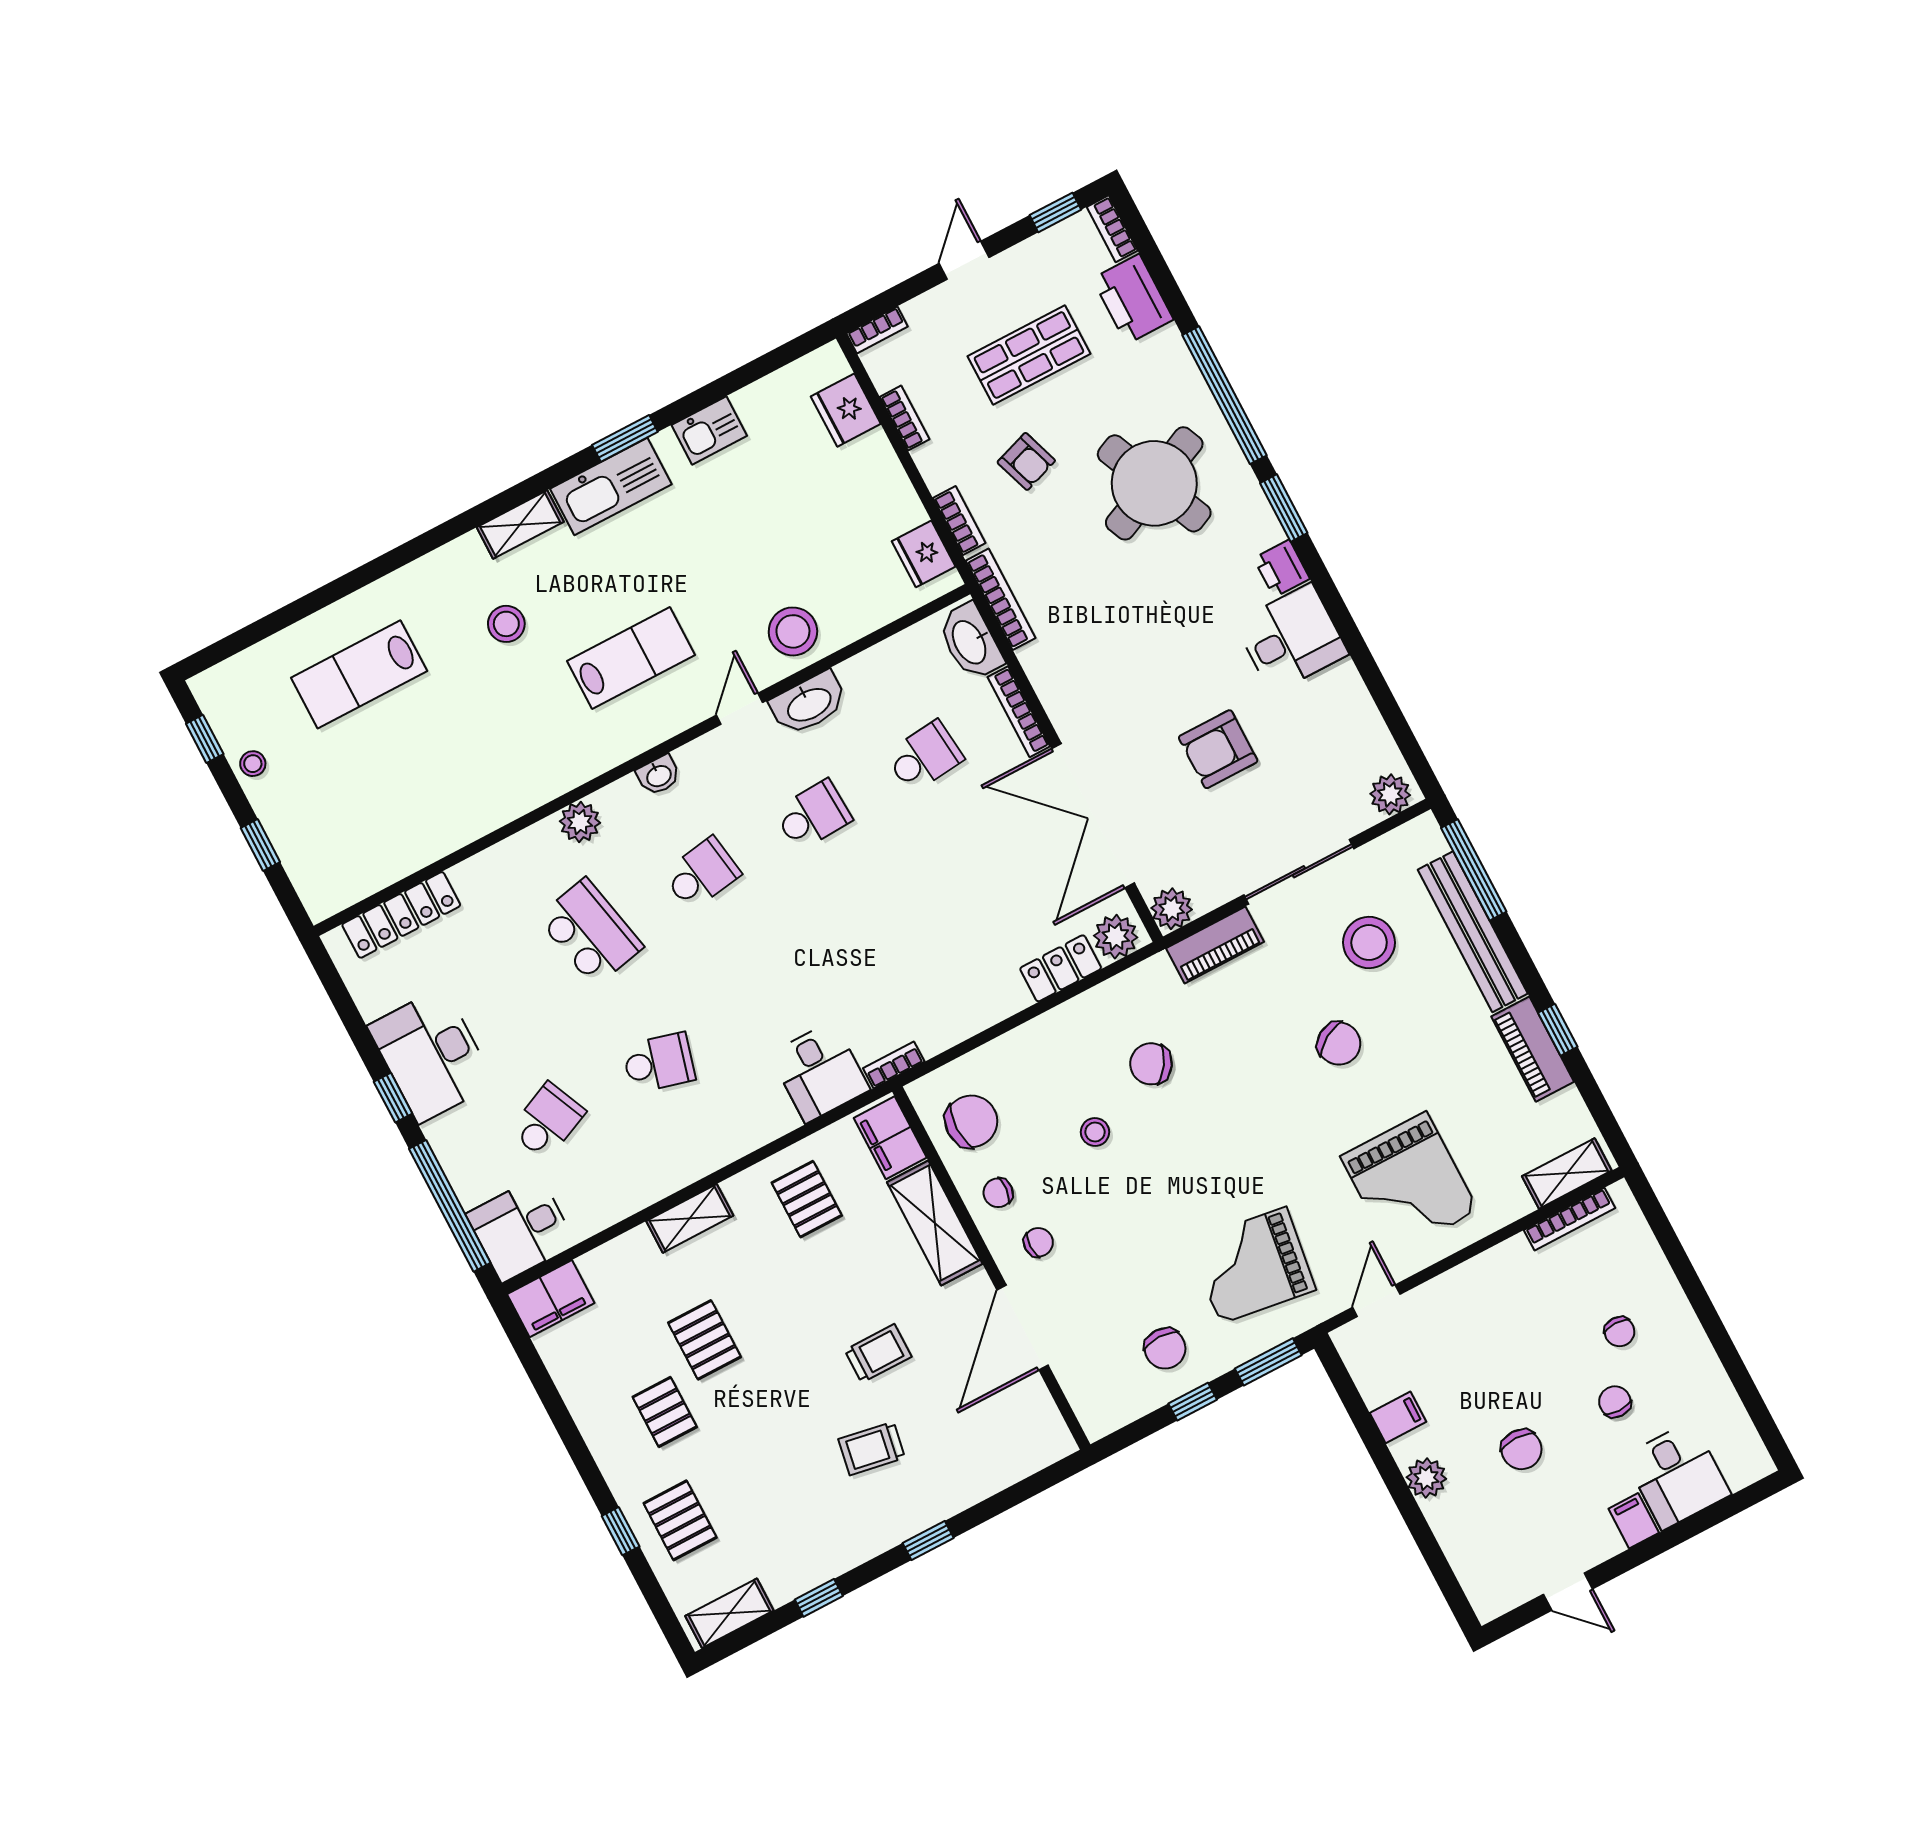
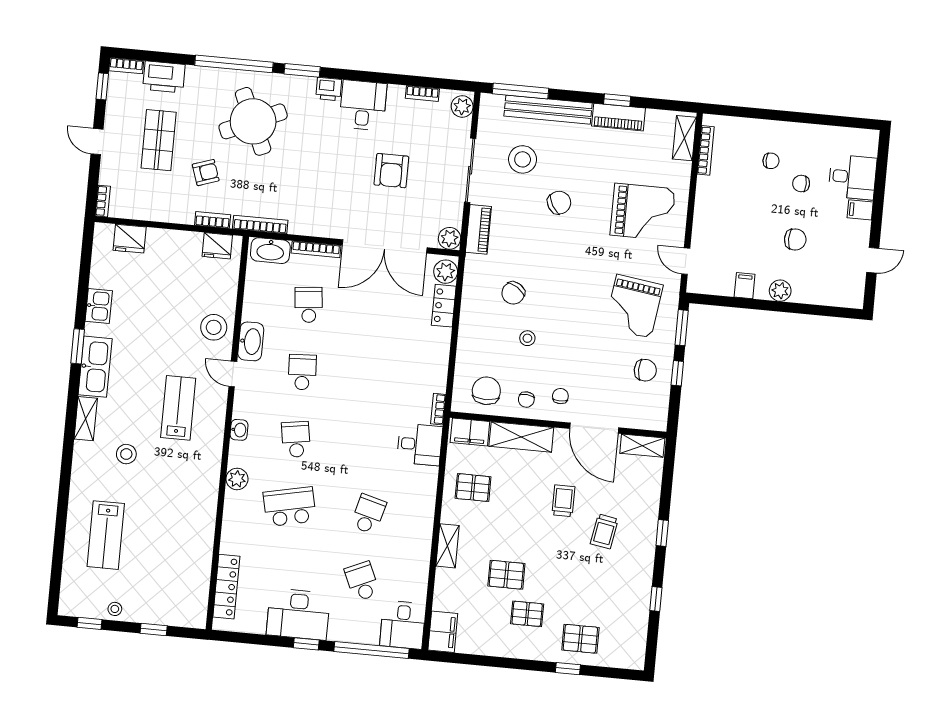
bookcase: (905, 418) -> (422, 93), moved, turned 180
shelving: (729, 1613) -> (642, 446), moved, turned 90

